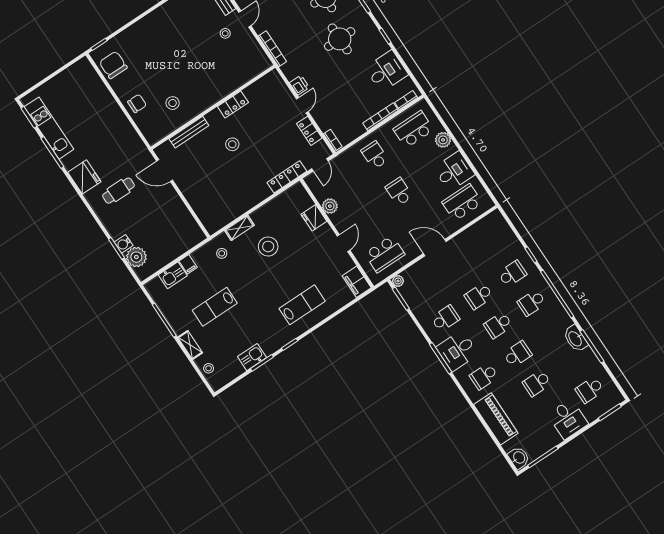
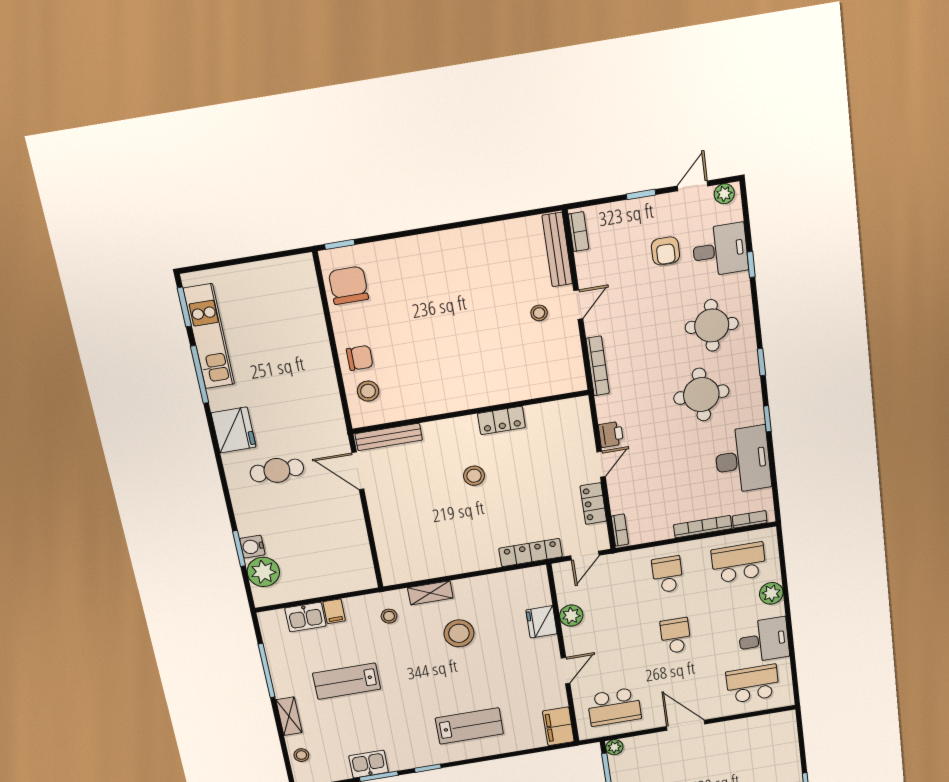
desk: (386, 71) -> (743, 460), width x1.37
stool: (173, 103) -> (368, 391), moved
bench: (189, 132) -> (389, 437), moved

